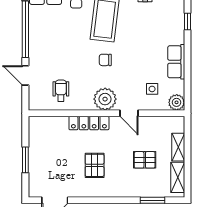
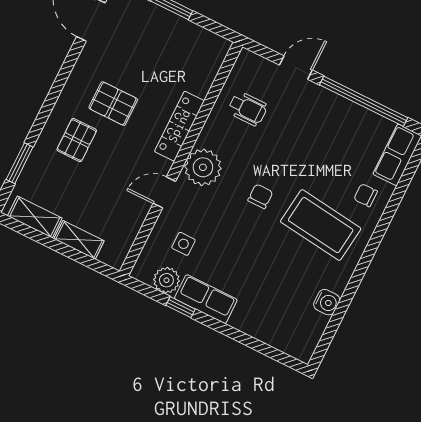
window: (187, 21) -> (181, 307), moved
plant: (177, 102) -> (166, 280), moved
pallet: (145, 160) -> (77, 140), moved

